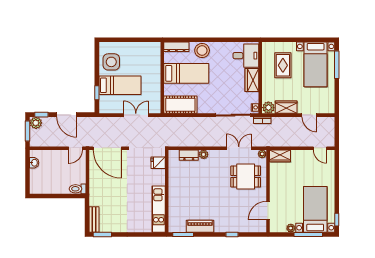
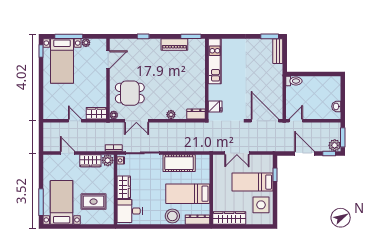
wardrobe: (144, 48) -> (229, 218), added
rug: (283, 65) -> (94, 202), turned 90
cot: (180, 105) -> (179, 163), moved
door: (320, 148) -> (75, 121), moved
dresser: (189, 155) -> (196, 114), moved

